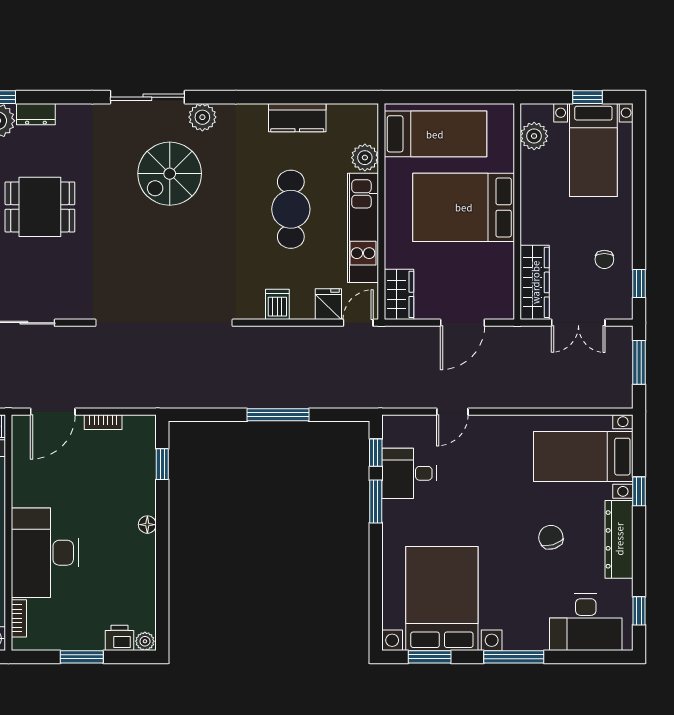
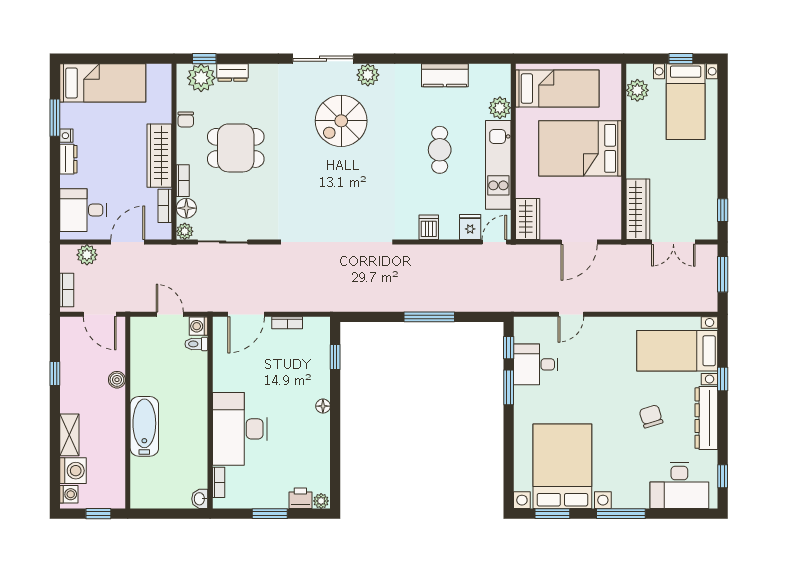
cafe table: (291, 209) -> (440, 150), width x0.73, depth x0.74
chair: (604, 259) -> (694, 191), removed

